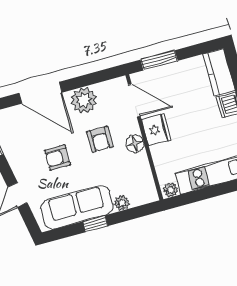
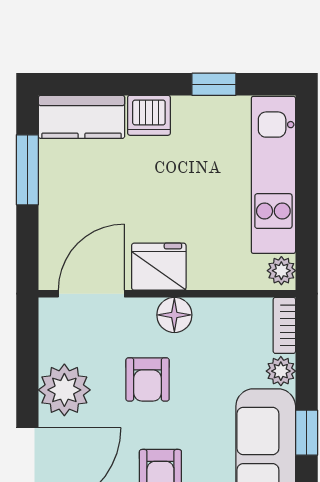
window: (159, 60) -> (27, 170), moved
armchair: (100, 139) -> (148, 379), turned 90
bookcase: (145, 199) -> (284, 325), added

